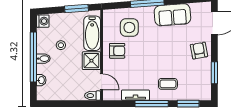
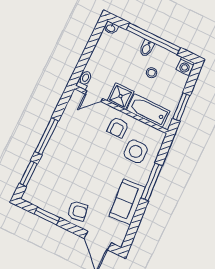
washbasin: (41, 80) -> (111, 28), moved
coffee table: (168, 84) -> (59, 163), removed
tv unit: (135, 95) -> (63, 124), removed

